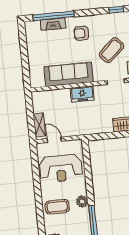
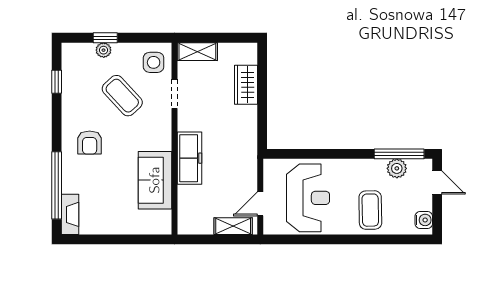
fireplace: (53, 24) -> (70, 214), moved
sofa: (69, 74) -> (155, 180), width x0.73
freezer: (82, 94) -> (190, 158), width x1.40
plant: (82, 201) -> (397, 168), moved

